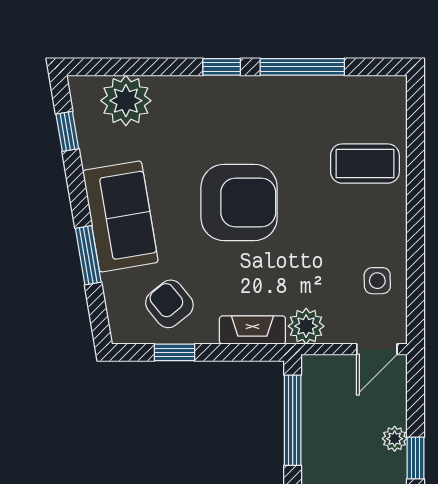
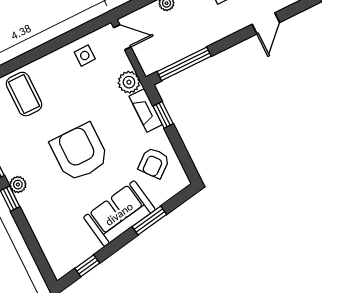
plant: (126, 101) -> (18, 185), moved, width x0.53, depth x0.53
window: (175, 352) -> (163, 115), moved

